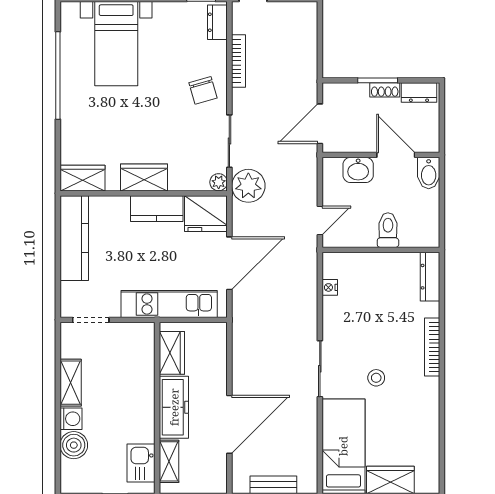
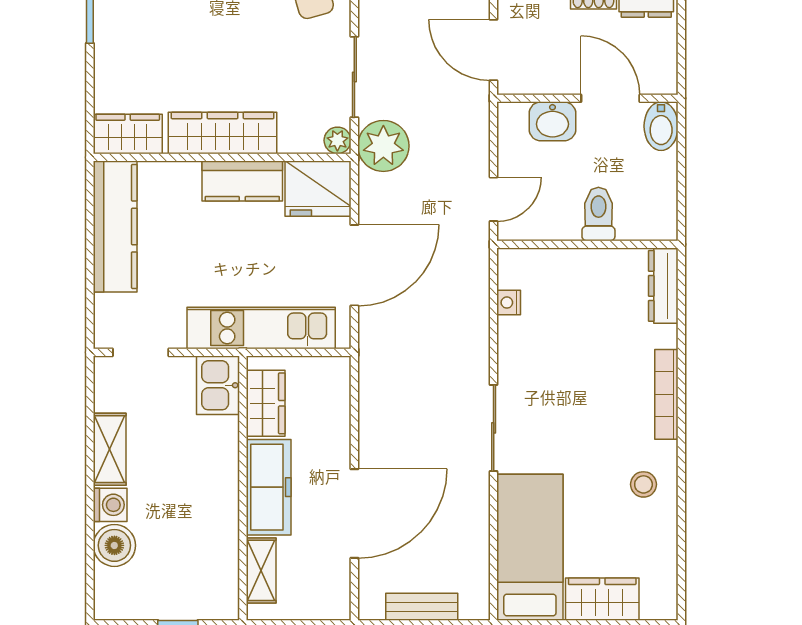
door: (320, 124) -> (494, 50), hinge flipped
wardrobe: (144, 177) -> (223, 133), width x1.50
stool: (376, 378) -> (643, 484), moved
kitchen sink: (141, 463) -> (218, 385), moved

